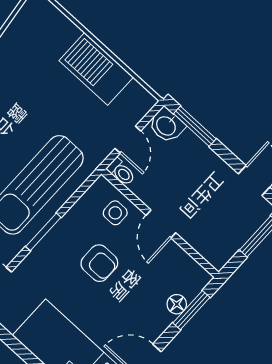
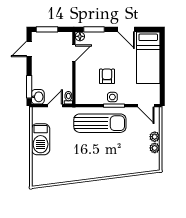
side table: (115, 213) -> (112, 97), moved
door: (161, 224) -> (74, 53), moved
floor lamp: (177, 304) -> (80, 36), moved

